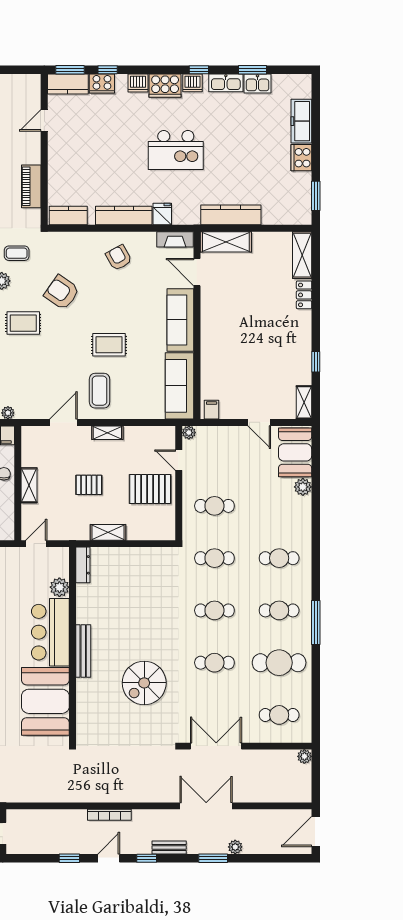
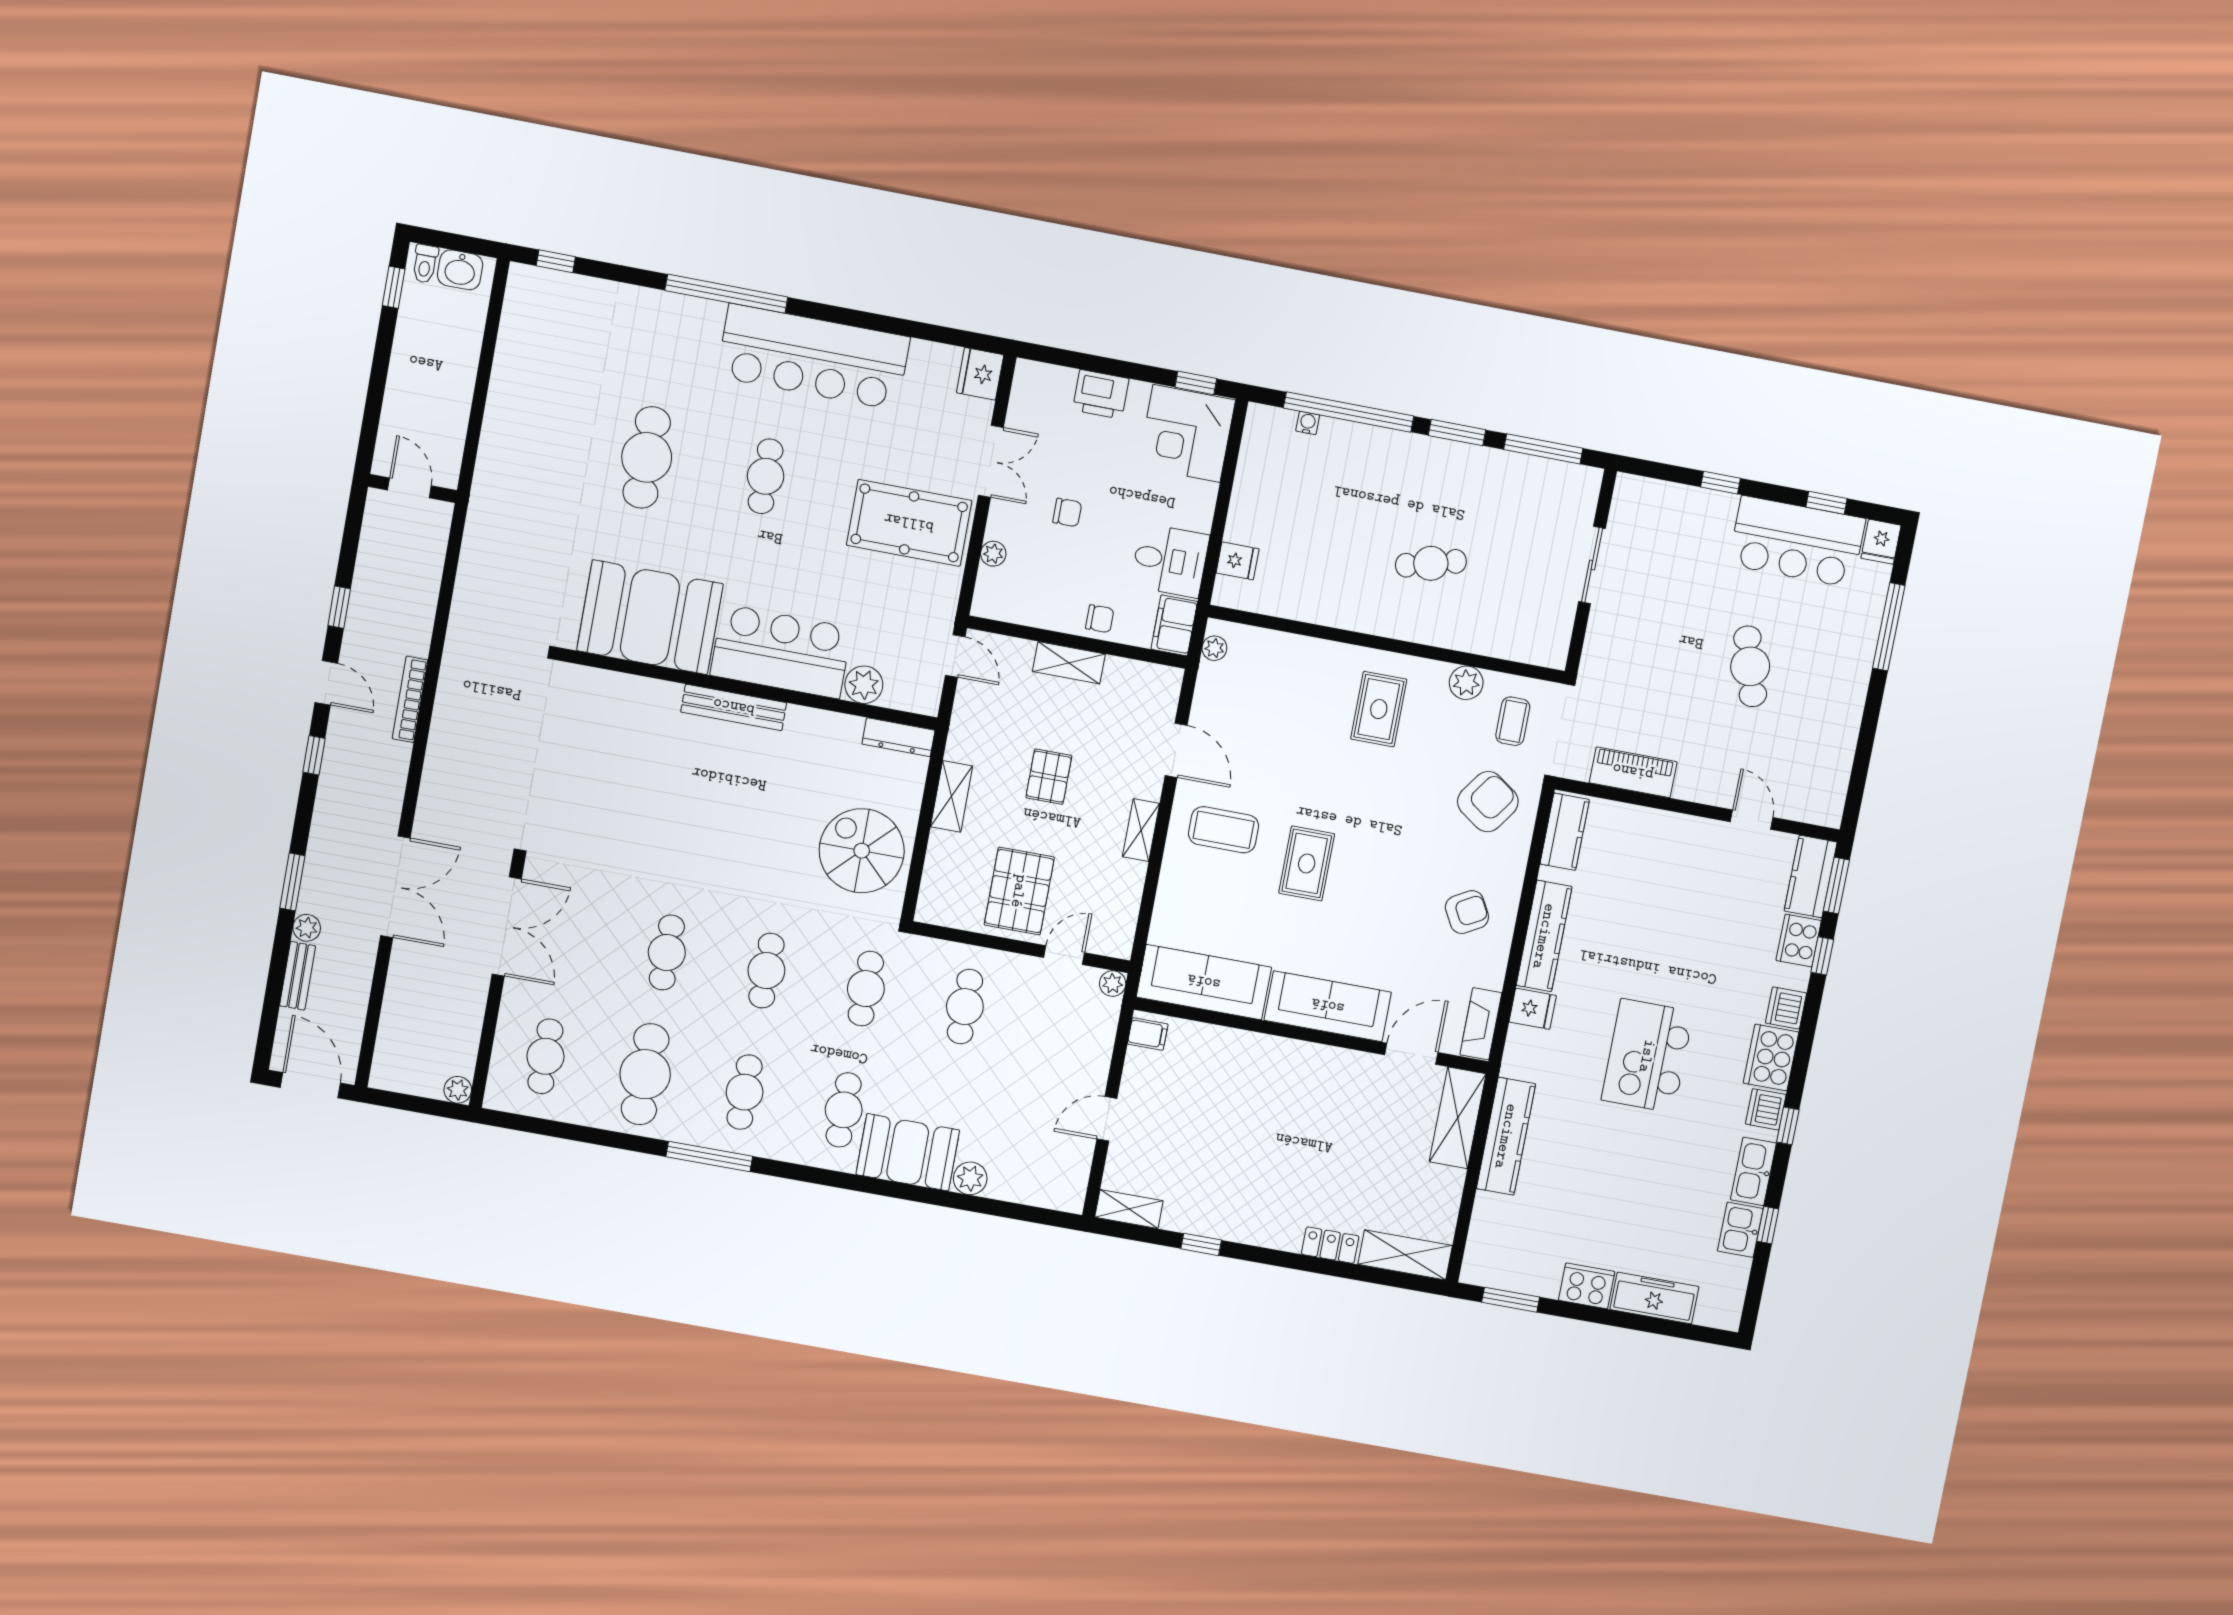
window: (253, 70) -> (1768, 1225), width x0.67
armchair: (62, 292) -> (1488, 802), moved
booth: (295, 452) -> (908, 1152), moved
spiral stairs: (144, 683) -> (862, 851), moved
bench: (169, 847) -> (298, 976), moved

